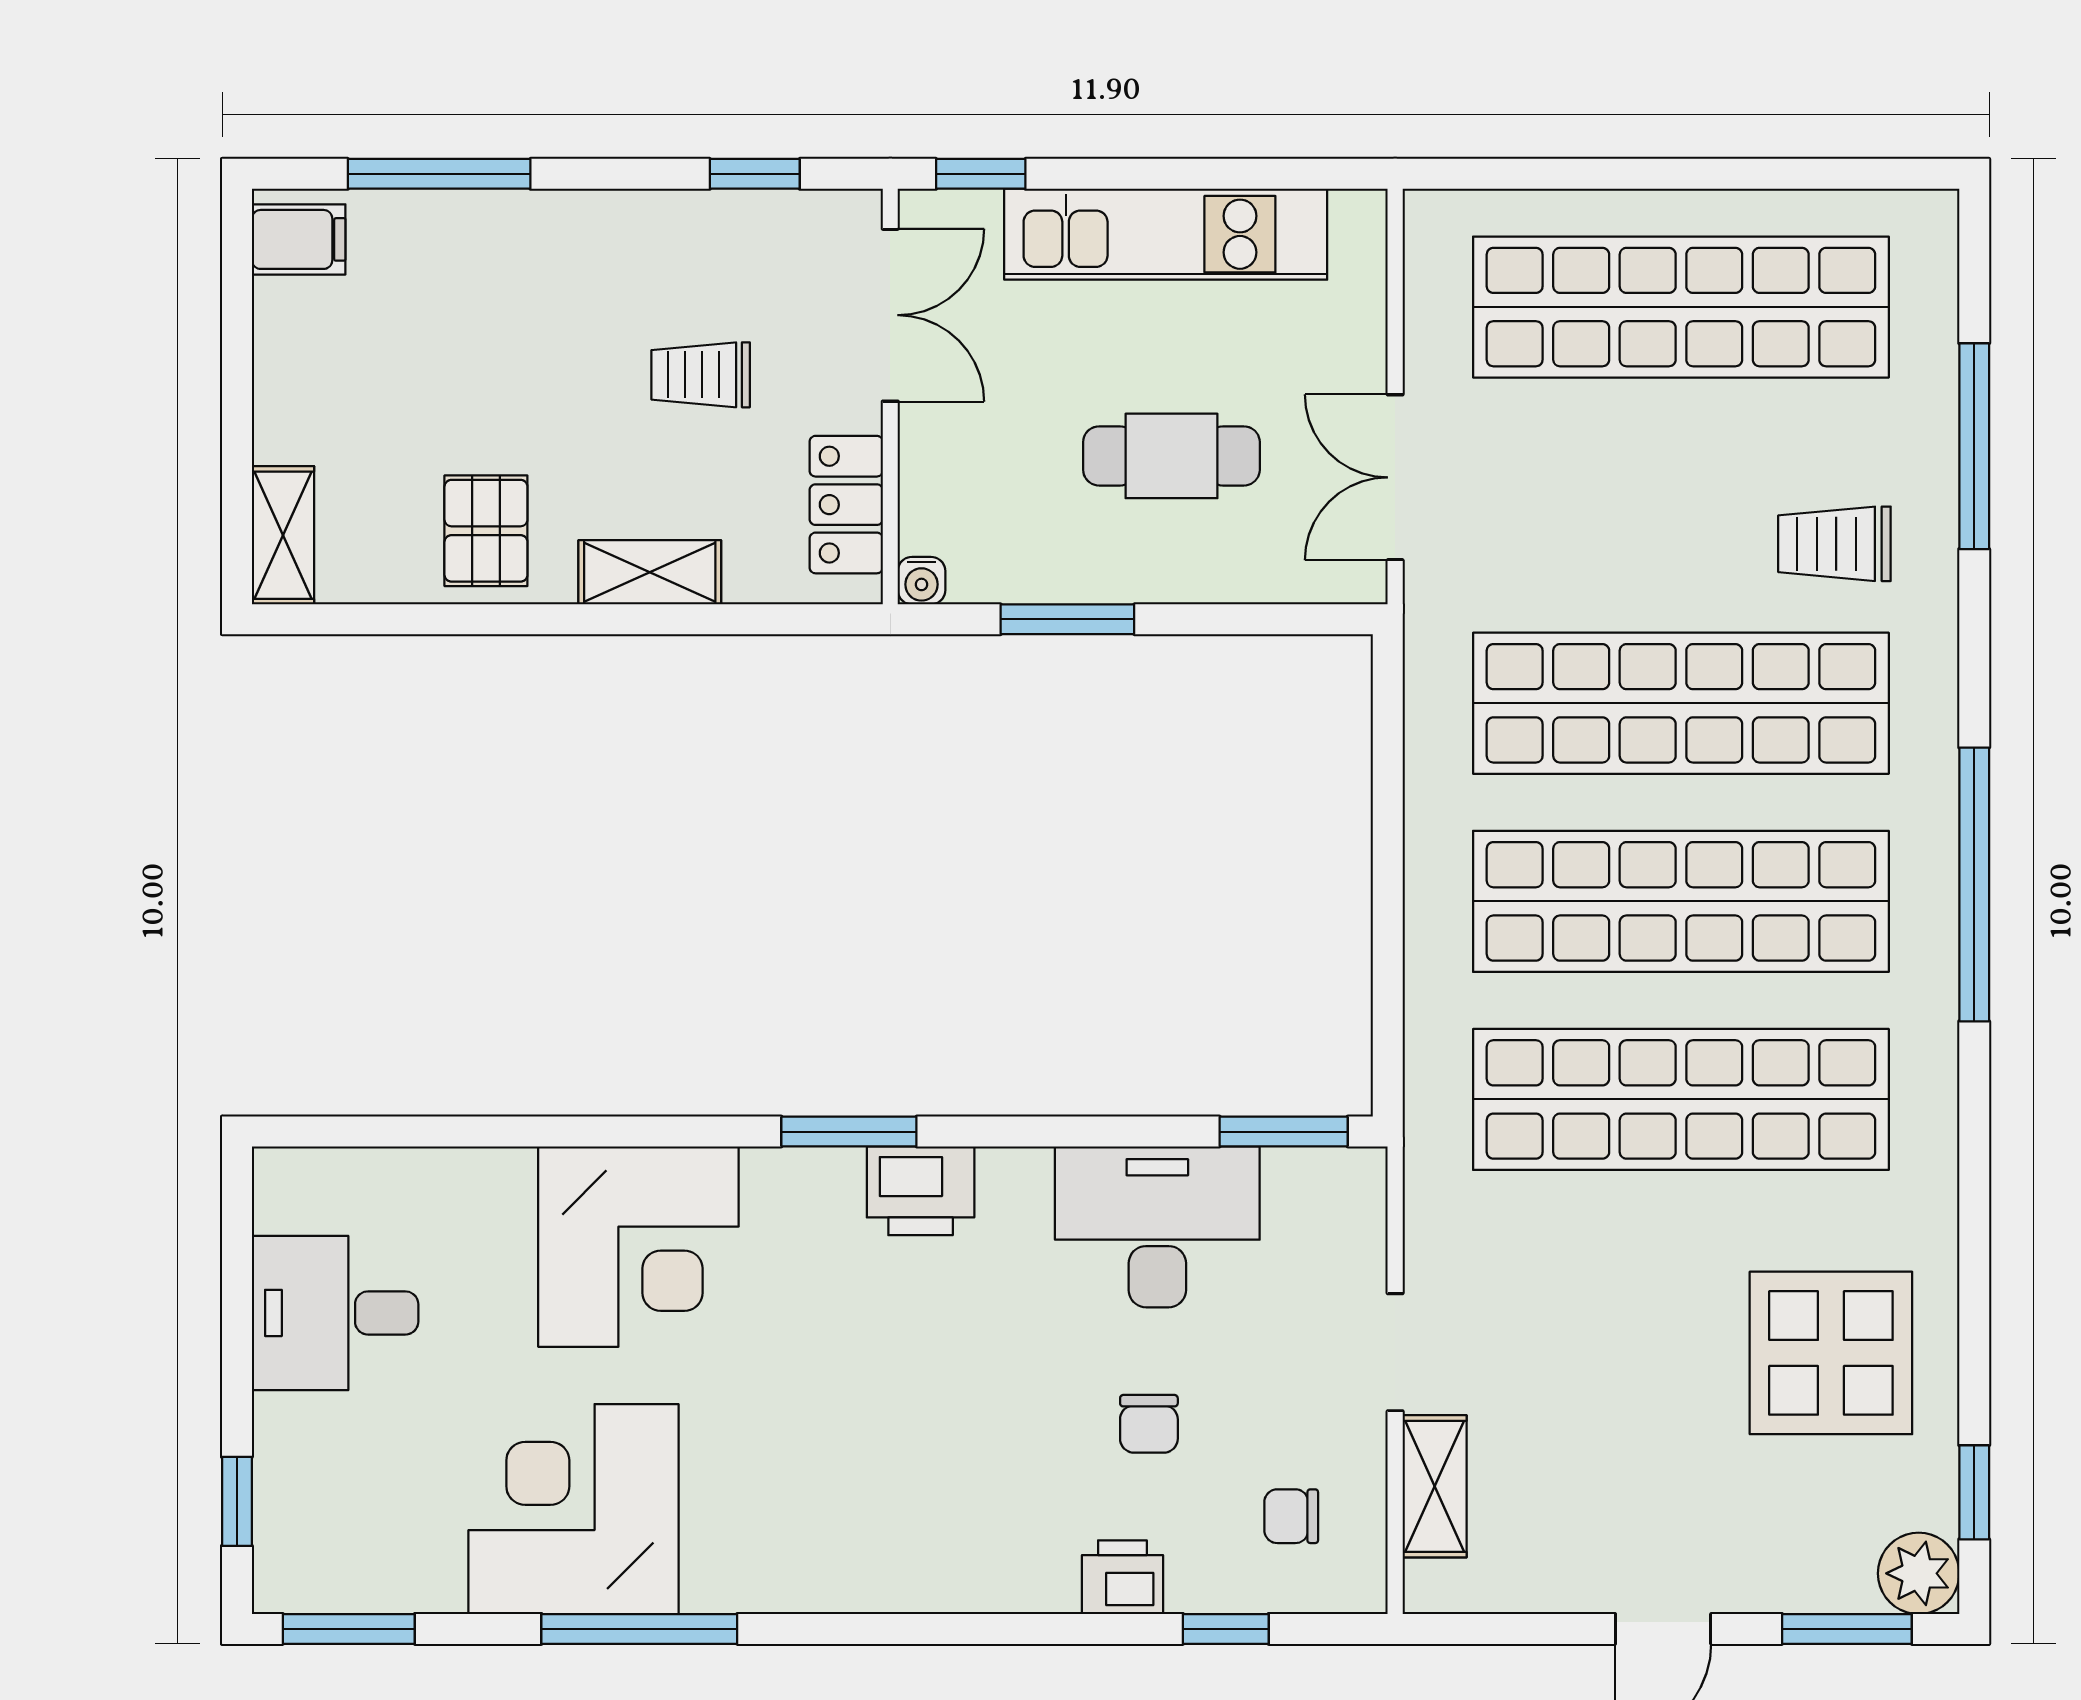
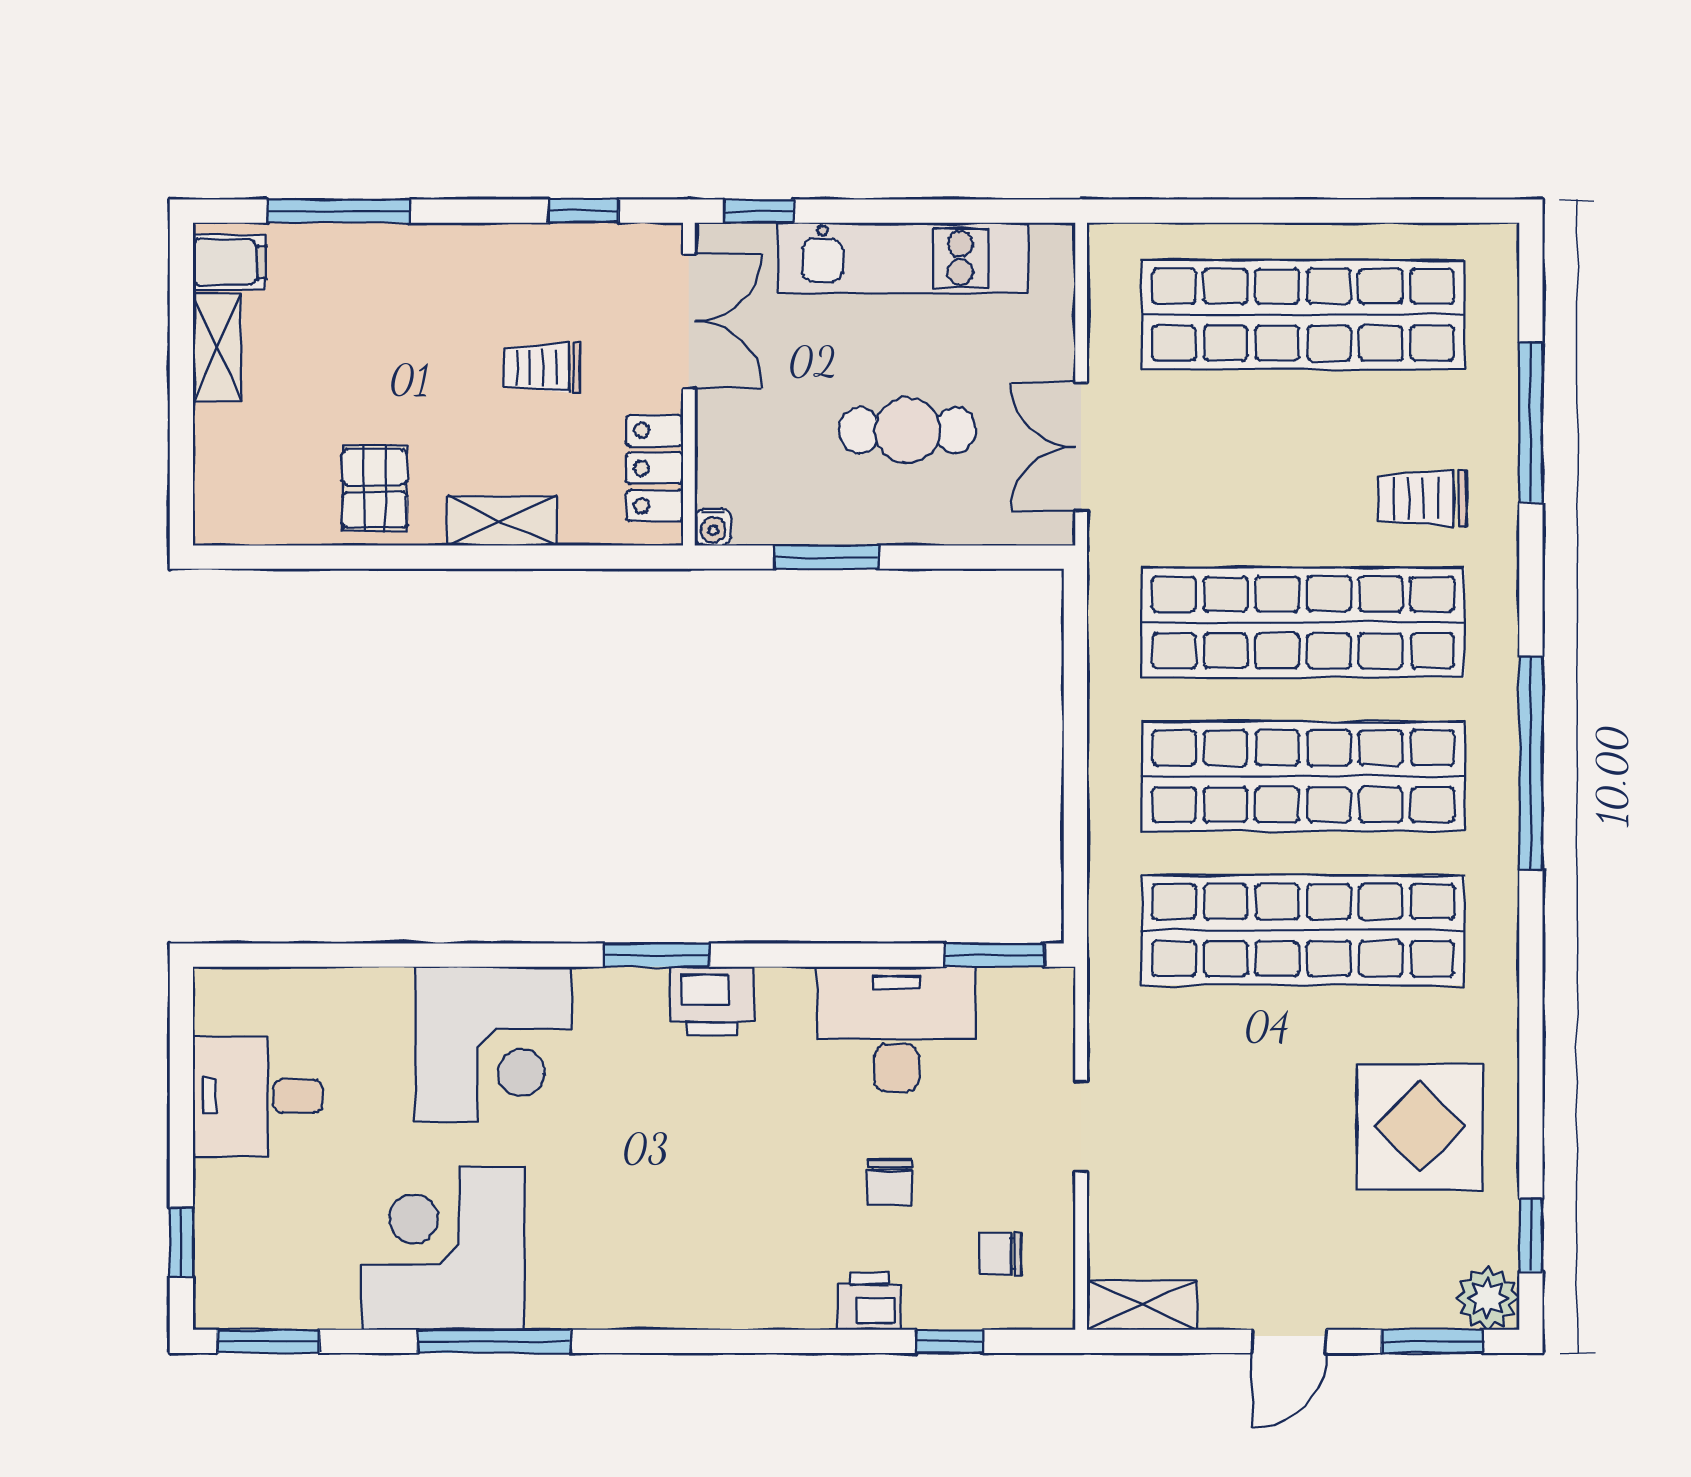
shelving: (283, 535) -> (217, 348), moved
shelving: (1435, 1486) -> (1142, 1305), moved, turned 90

